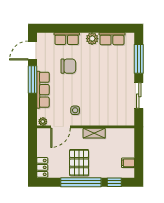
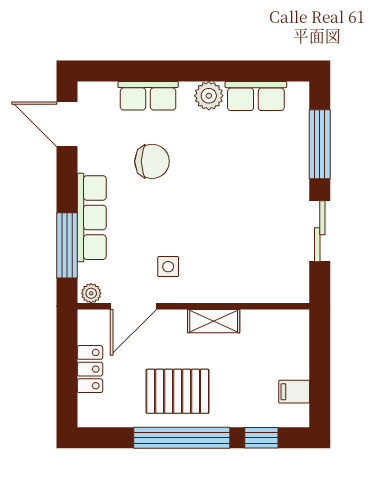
door: (33, 51) -> (67, 124), hinge flipped
window: (33, 80) -> (67, 245), moved
pallet: (79, 163) -> (178, 391), turned 90
locker: (42, 167) -> (90, 369), moved

